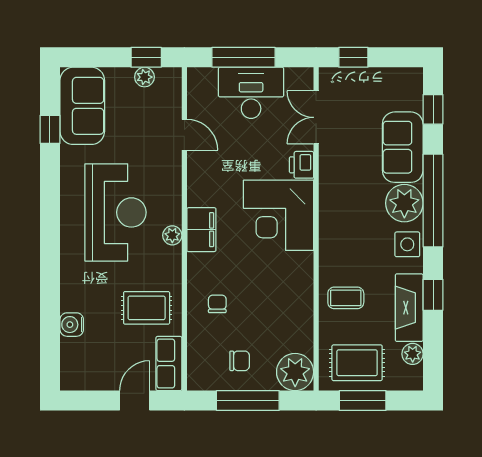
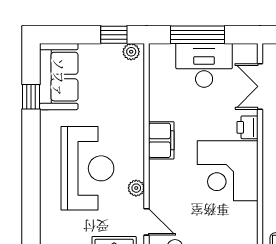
plant: (144, 77) -> (131, 52), moved
door: (184, 135) -> (147, 222), moved
filing cabinet: (201, 230) -> (161, 140), moved

